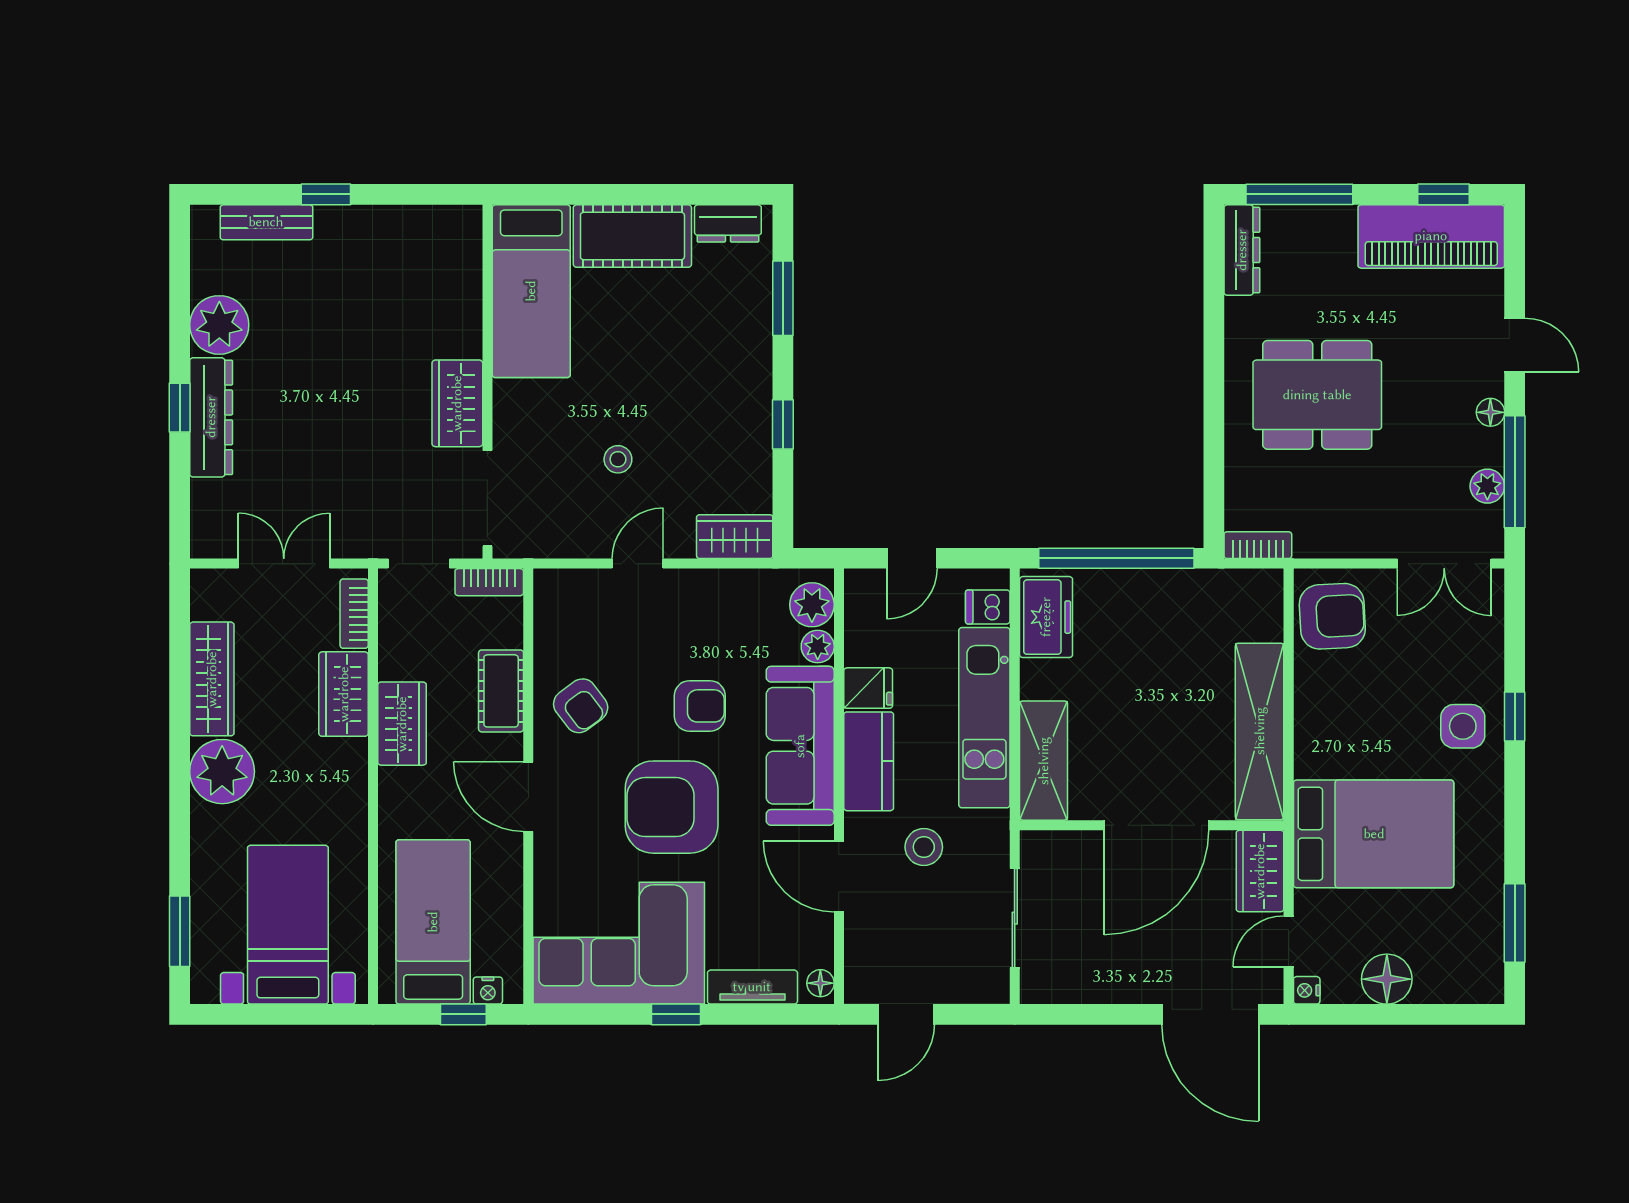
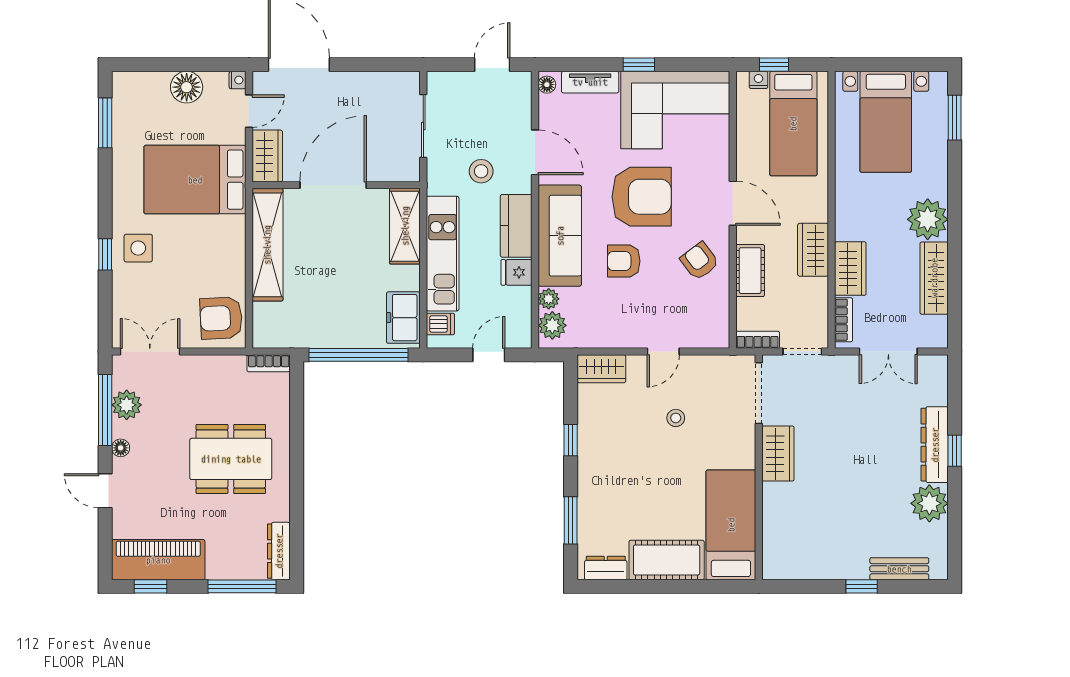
plant: (1487, 486) -> (127, 405), width x1.38, depth x1.38

